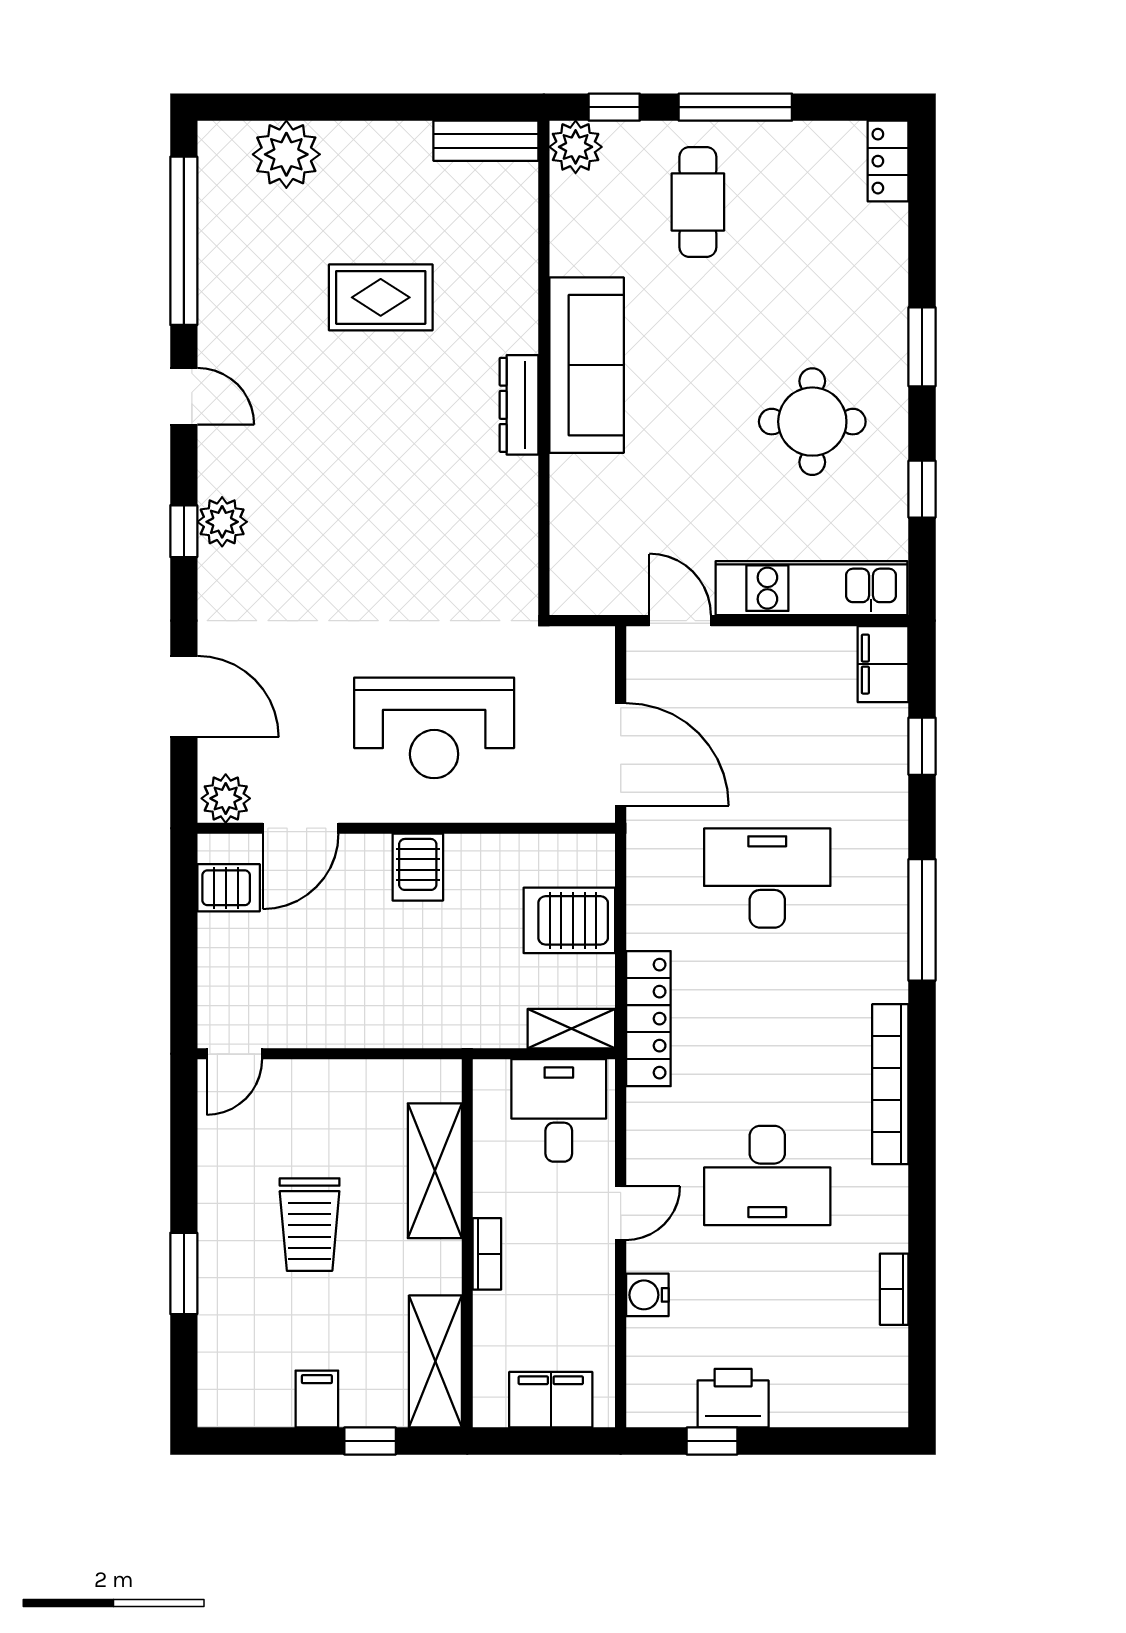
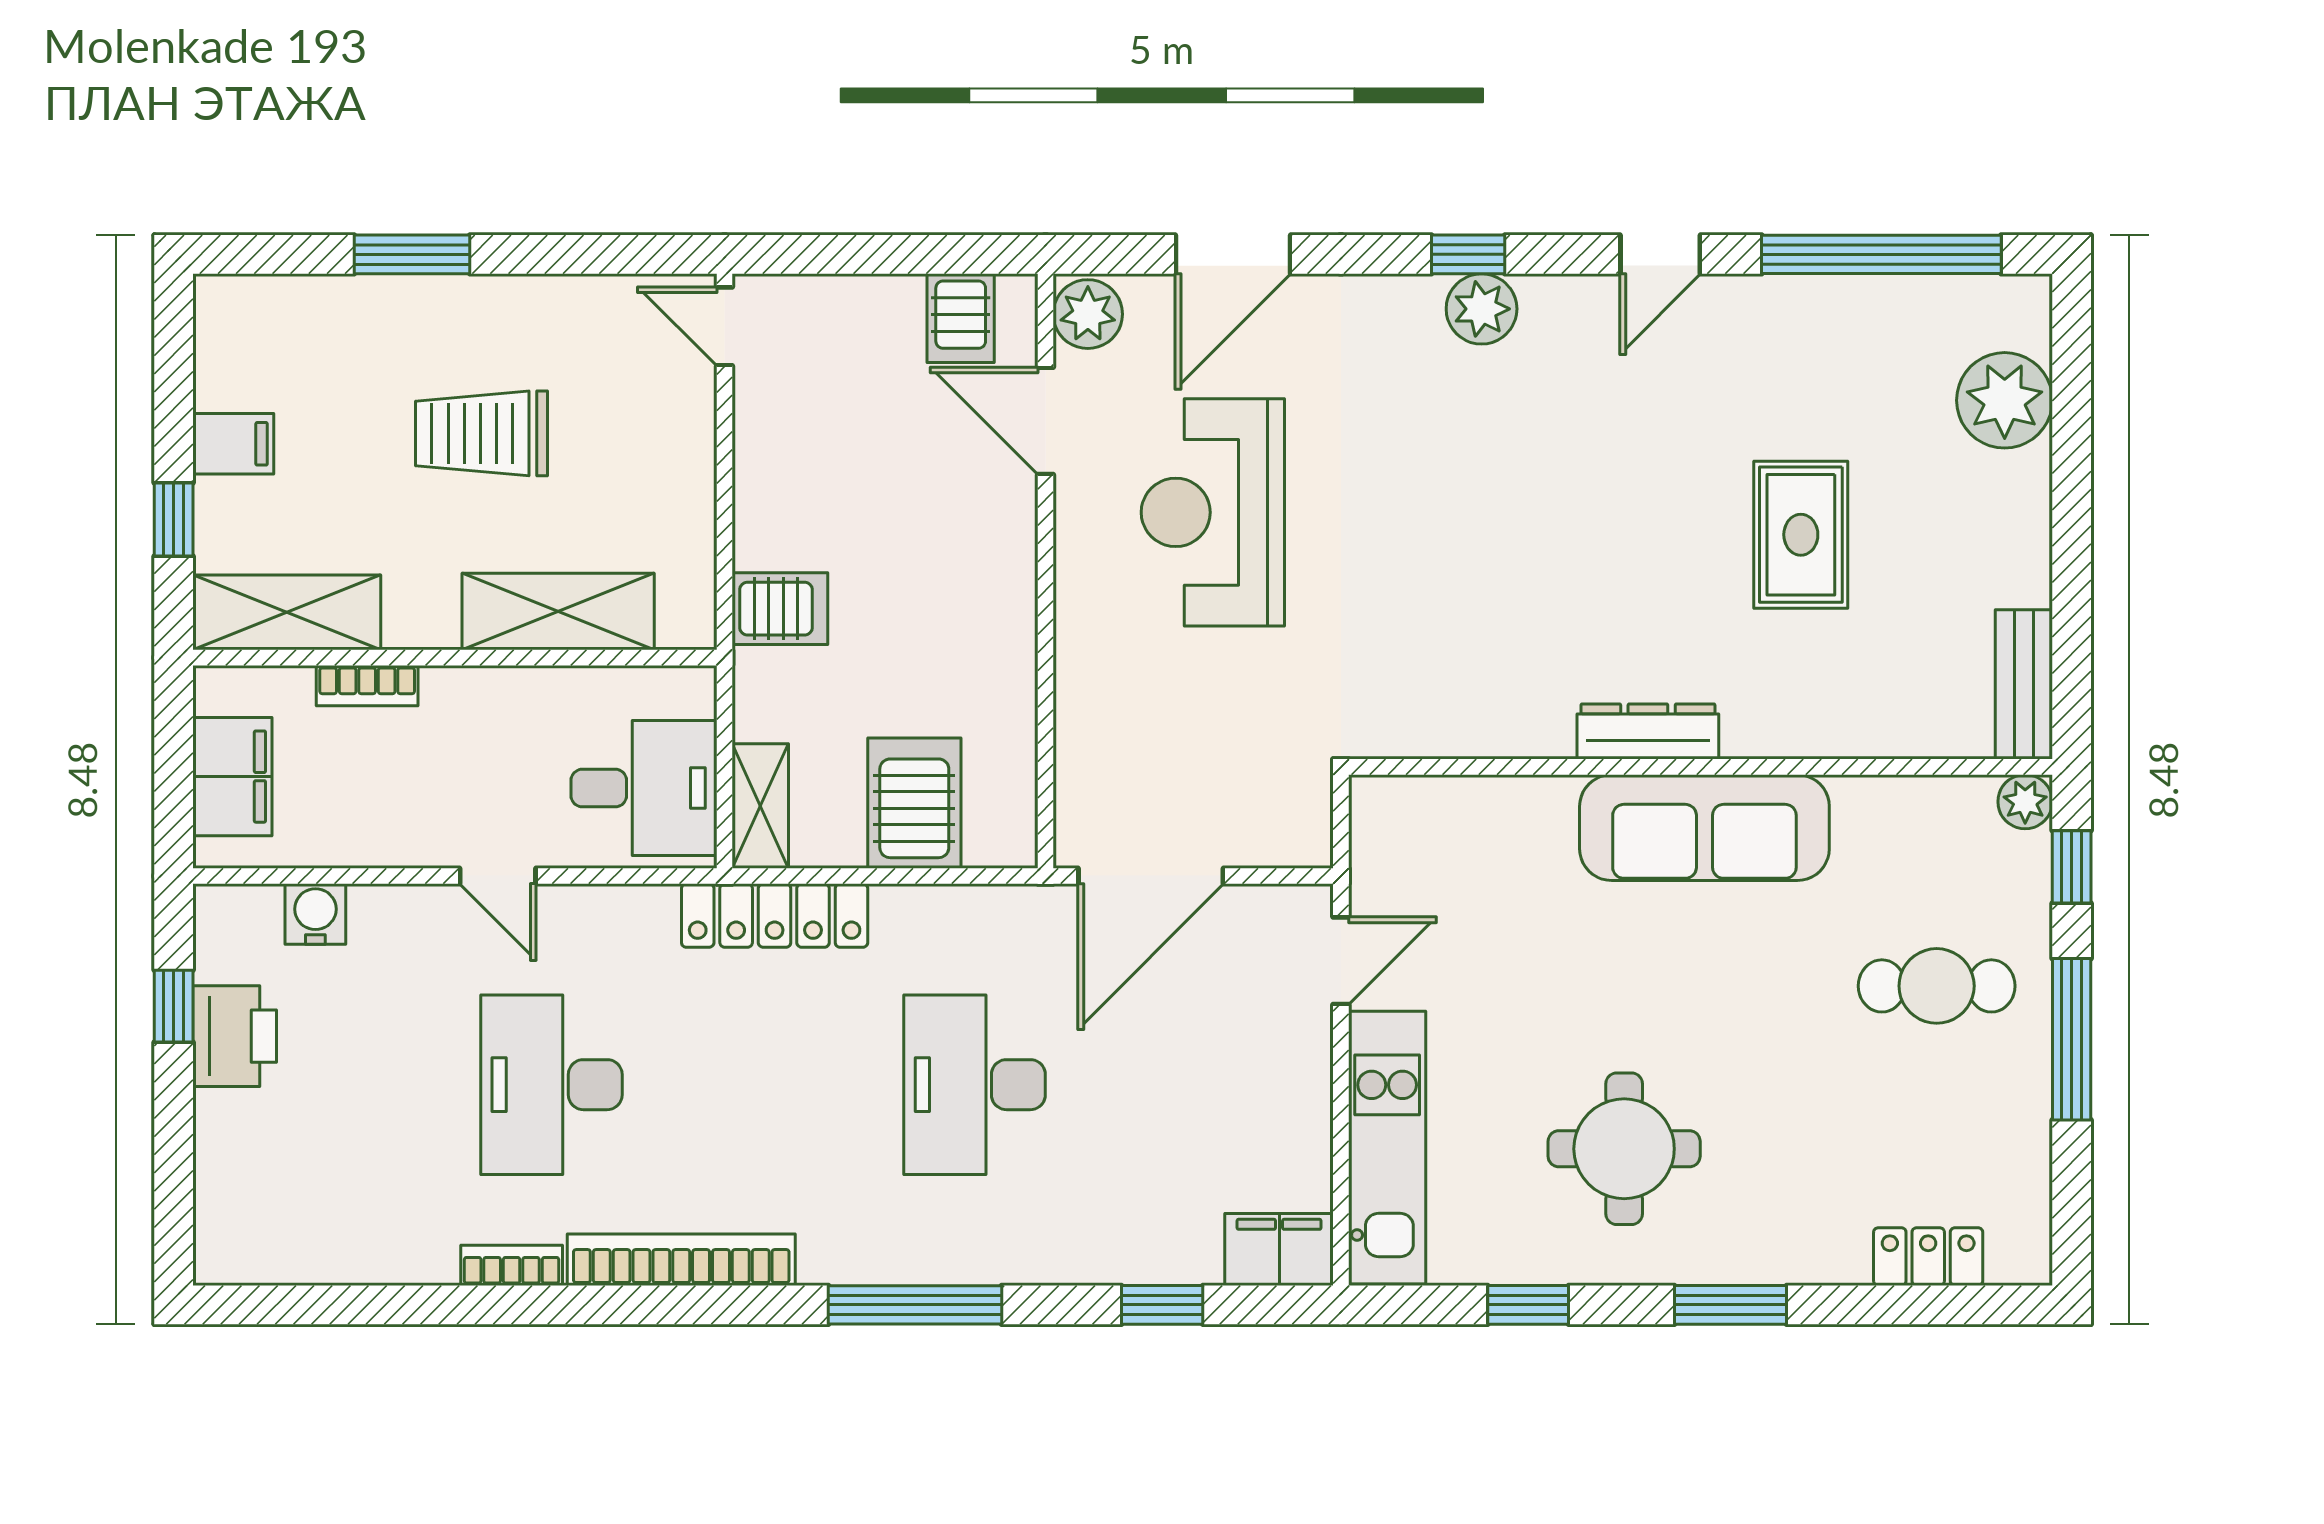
plant: (576, 147) -> (2025, 802), width x0.73, depth x0.73
locker: (888, 161) -> (1928, 1257), moved
reception desk: (434, 728) -> (1213, 512), moved
server rack: (418, 867) -> (780, 609), moved, turned 180
desk: (767, 878) -> (975, 1085), turned 180
bookcase: (487, 1254) -> (367, 686), moved
bookcase: (894, 1289) -> (512, 1265), moved
water cooler: (647, 1295) -> (315, 914), moved

